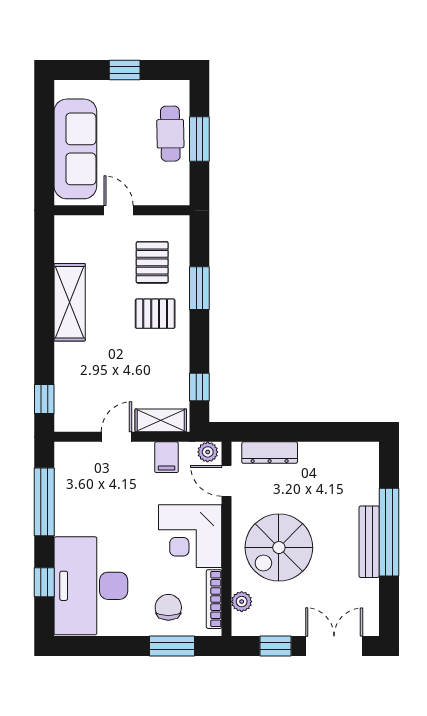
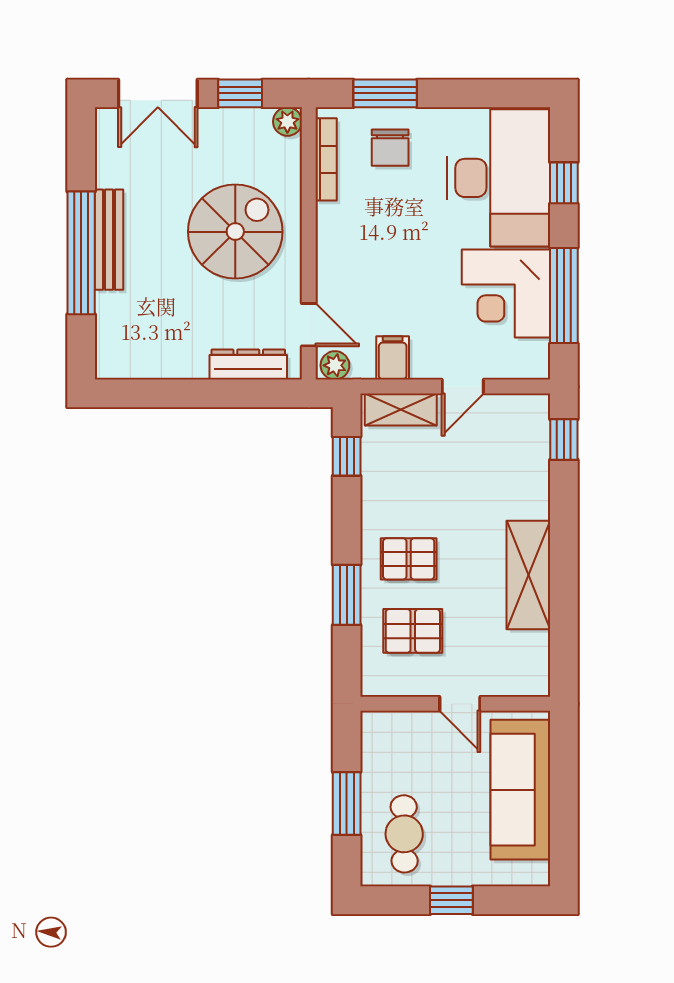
cafe table: (170, 134) -> (404, 834), moved
pallet: (152, 262) -> (413, 631), turned 90
corner desk: (190, 536) -> (506, 293), moved, turned 180
plant: (242, 602) -> (287, 122), moved

